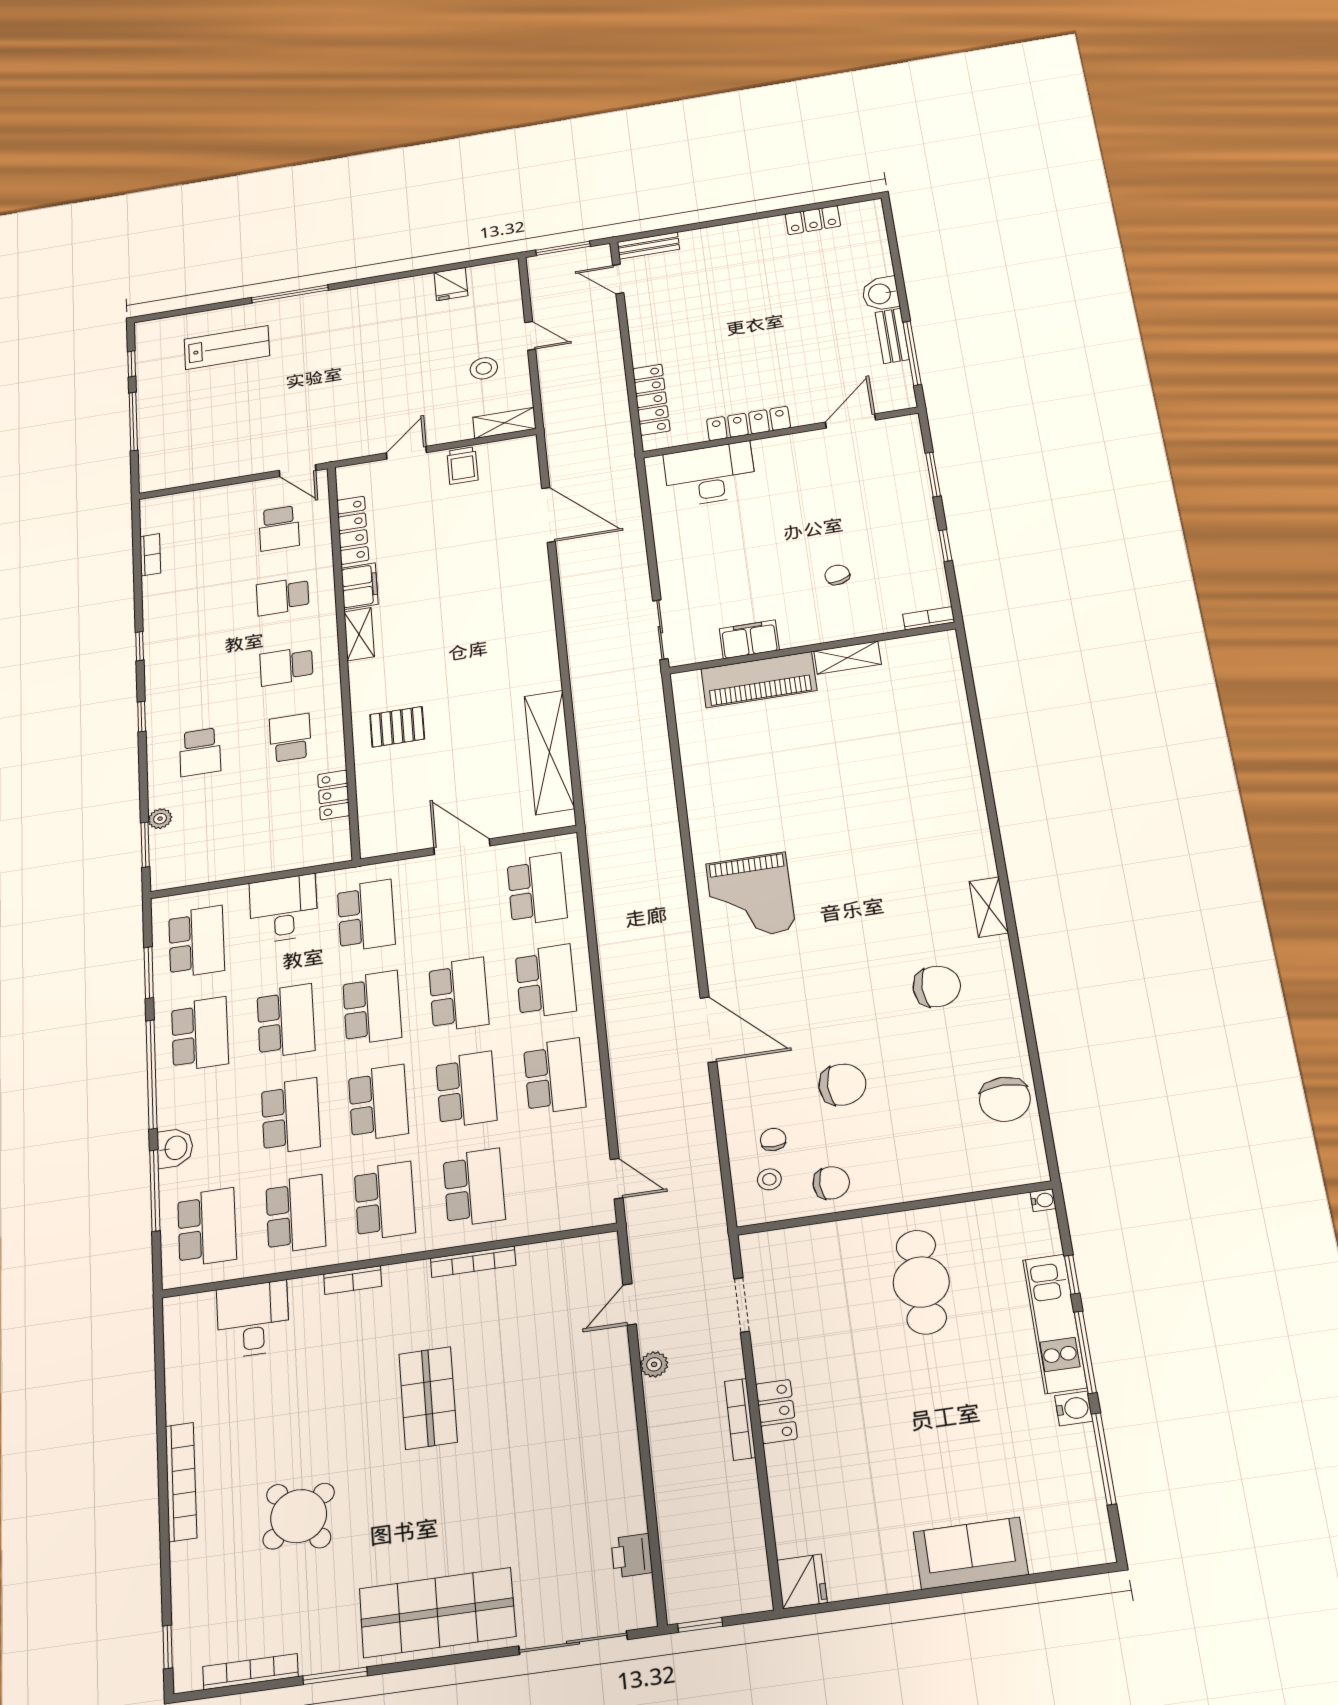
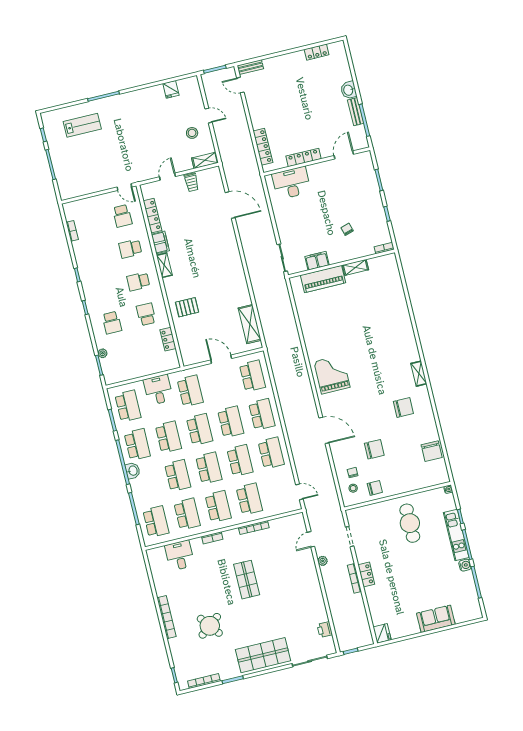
shelving: (549, 752) -> (250, 324), width x0.68
grand piano: (751, 897) -> (332, 374), turned 180
washbasin: (175, 1148) -> (133, 471), moved

